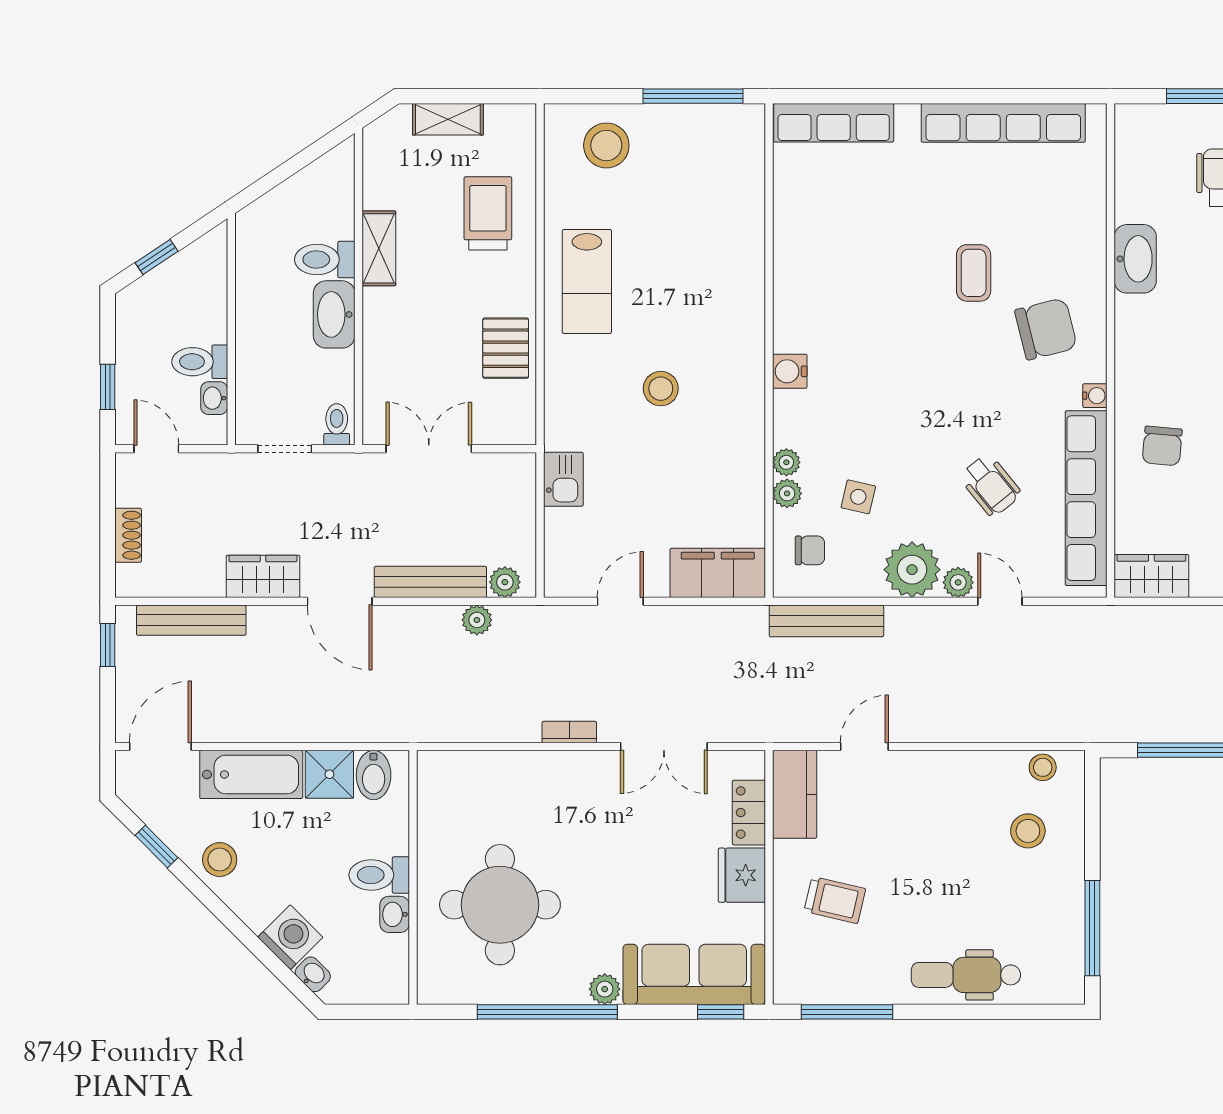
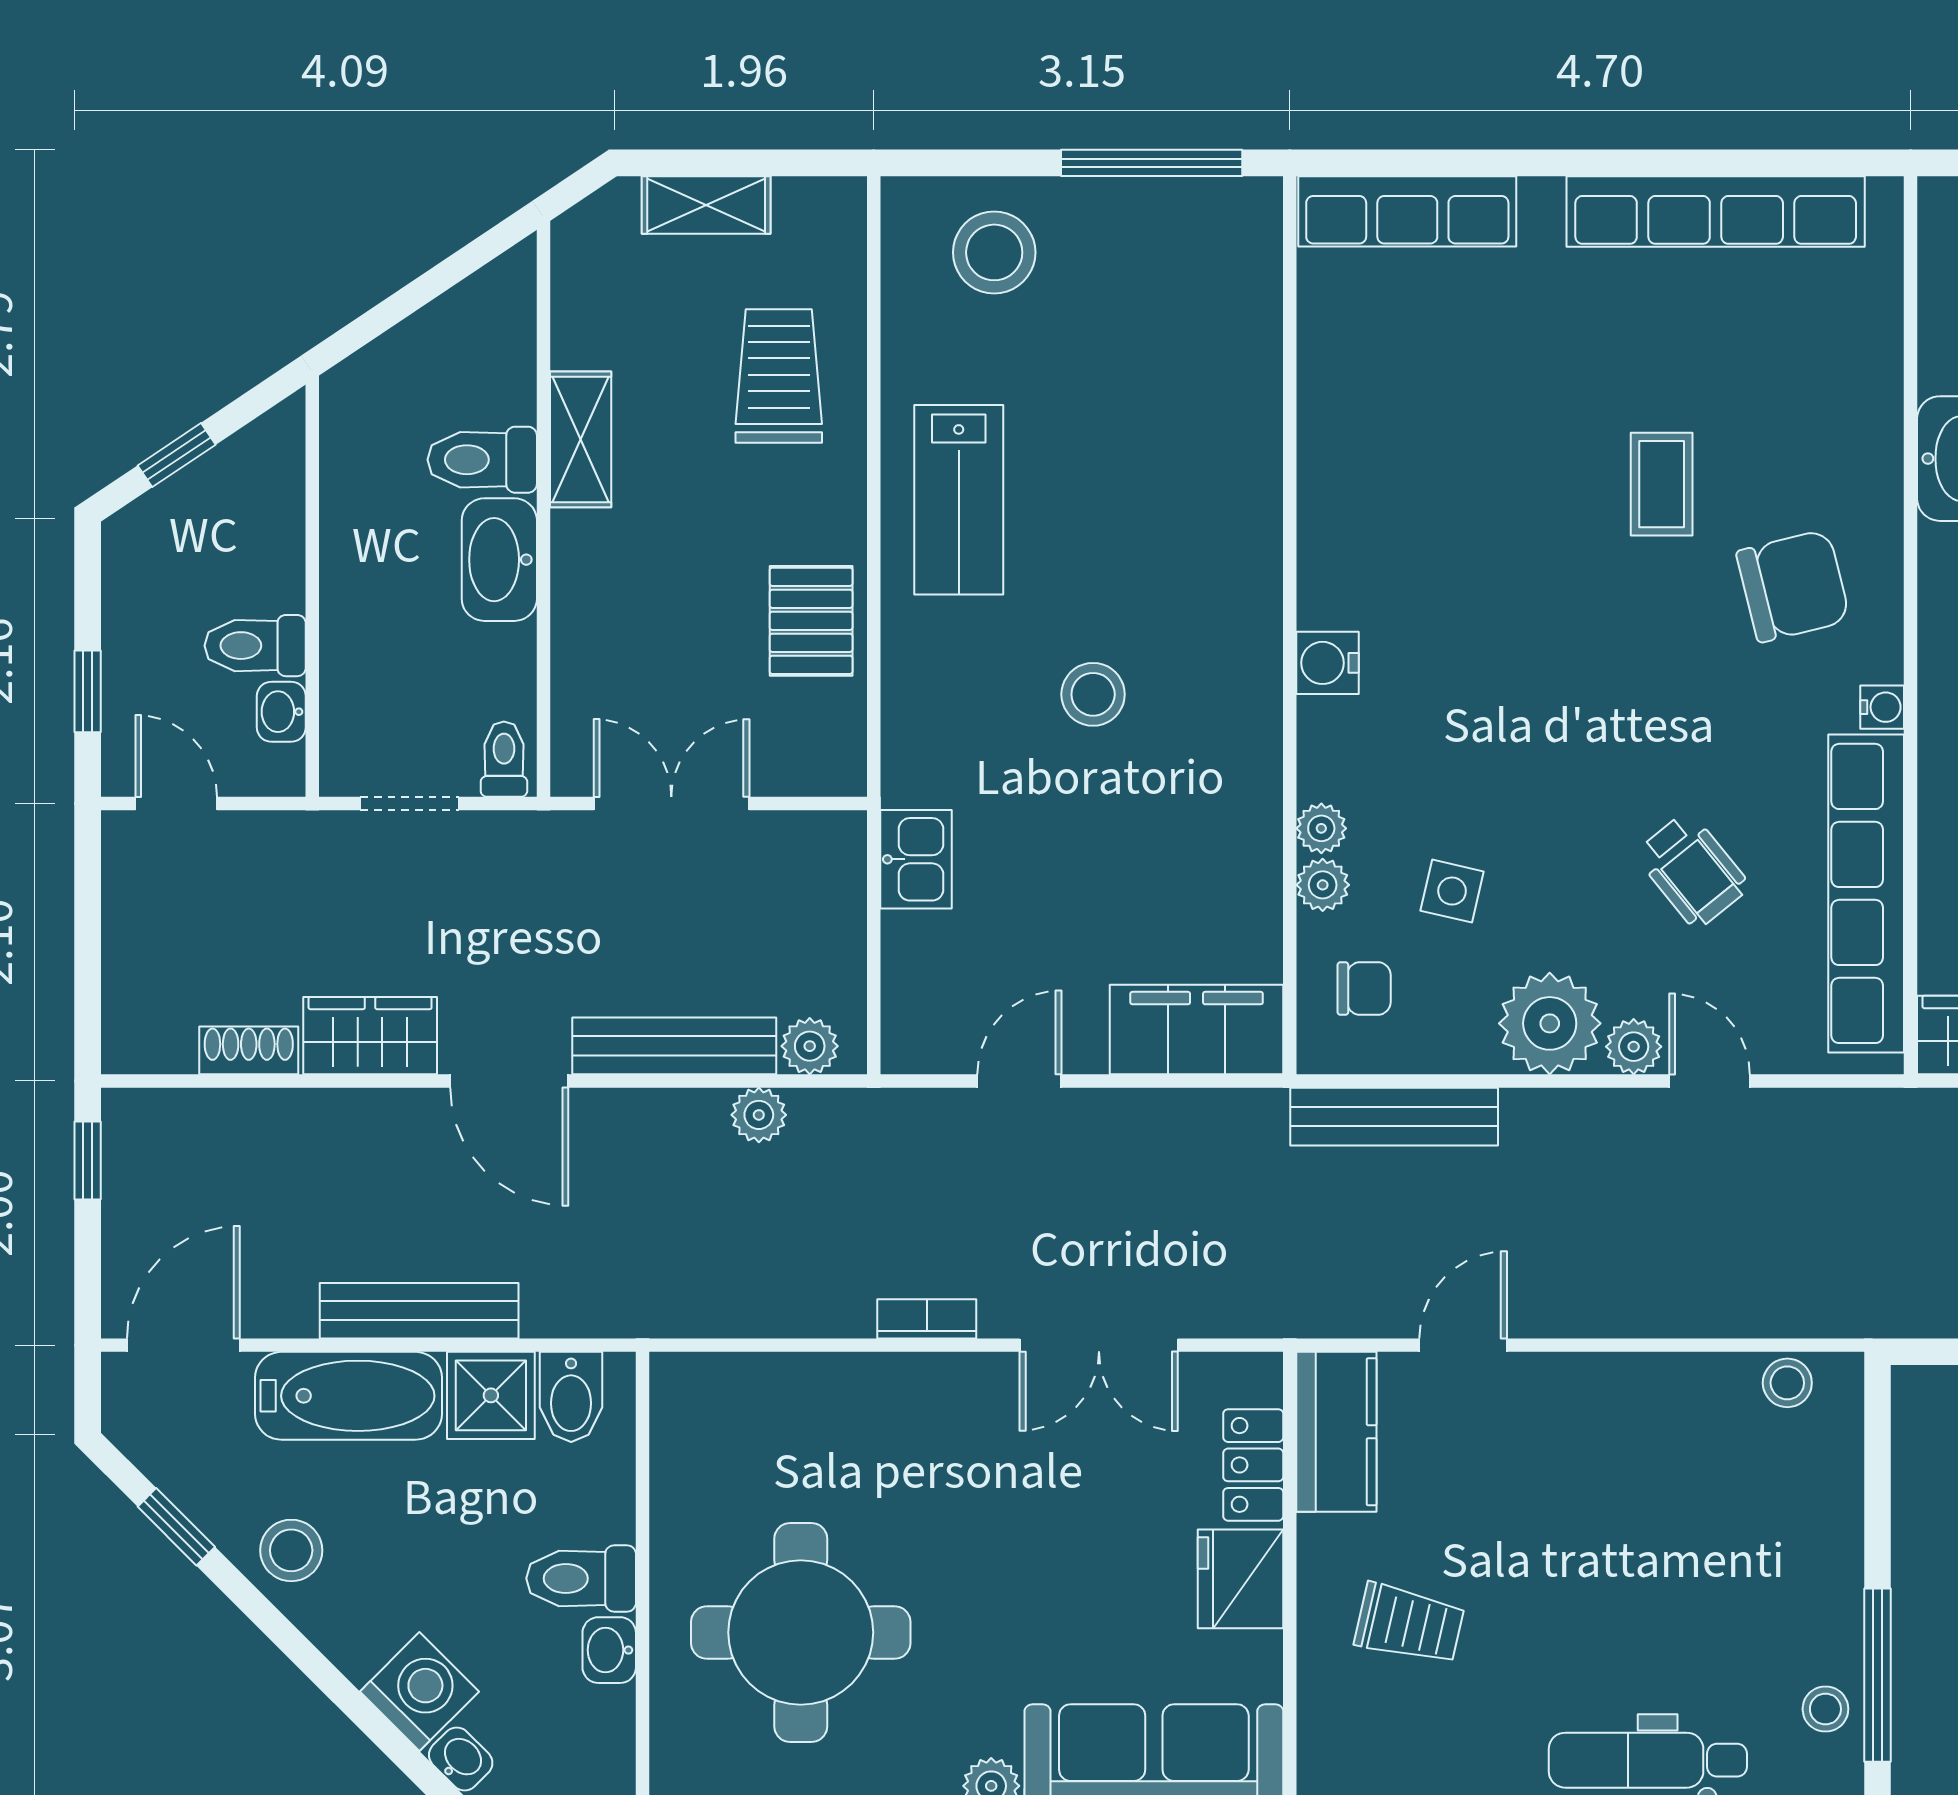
shoe rack: (128, 535) -> (249, 1050), moved, turned -90
bench: (191, 620) -> (419, 1311), moved
stool: (1028, 831) -> (1825, 1709), moved, width x0.73, depth x0.73

